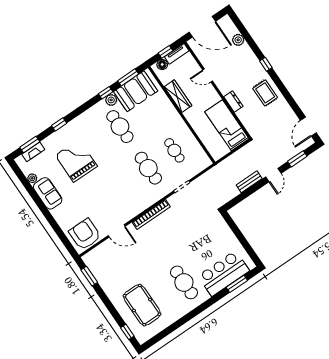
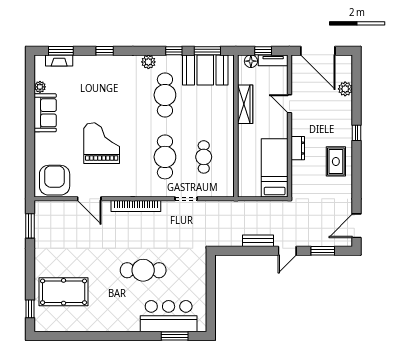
plant: (111, 100) -> (148, 62), moved
grand piano: (76, 161) -> (102, 143), moved
cafe table: (184, 282) -> (143, 270), moved, turned 90
pool table: (142, 305) -> (64, 292), turned 90

